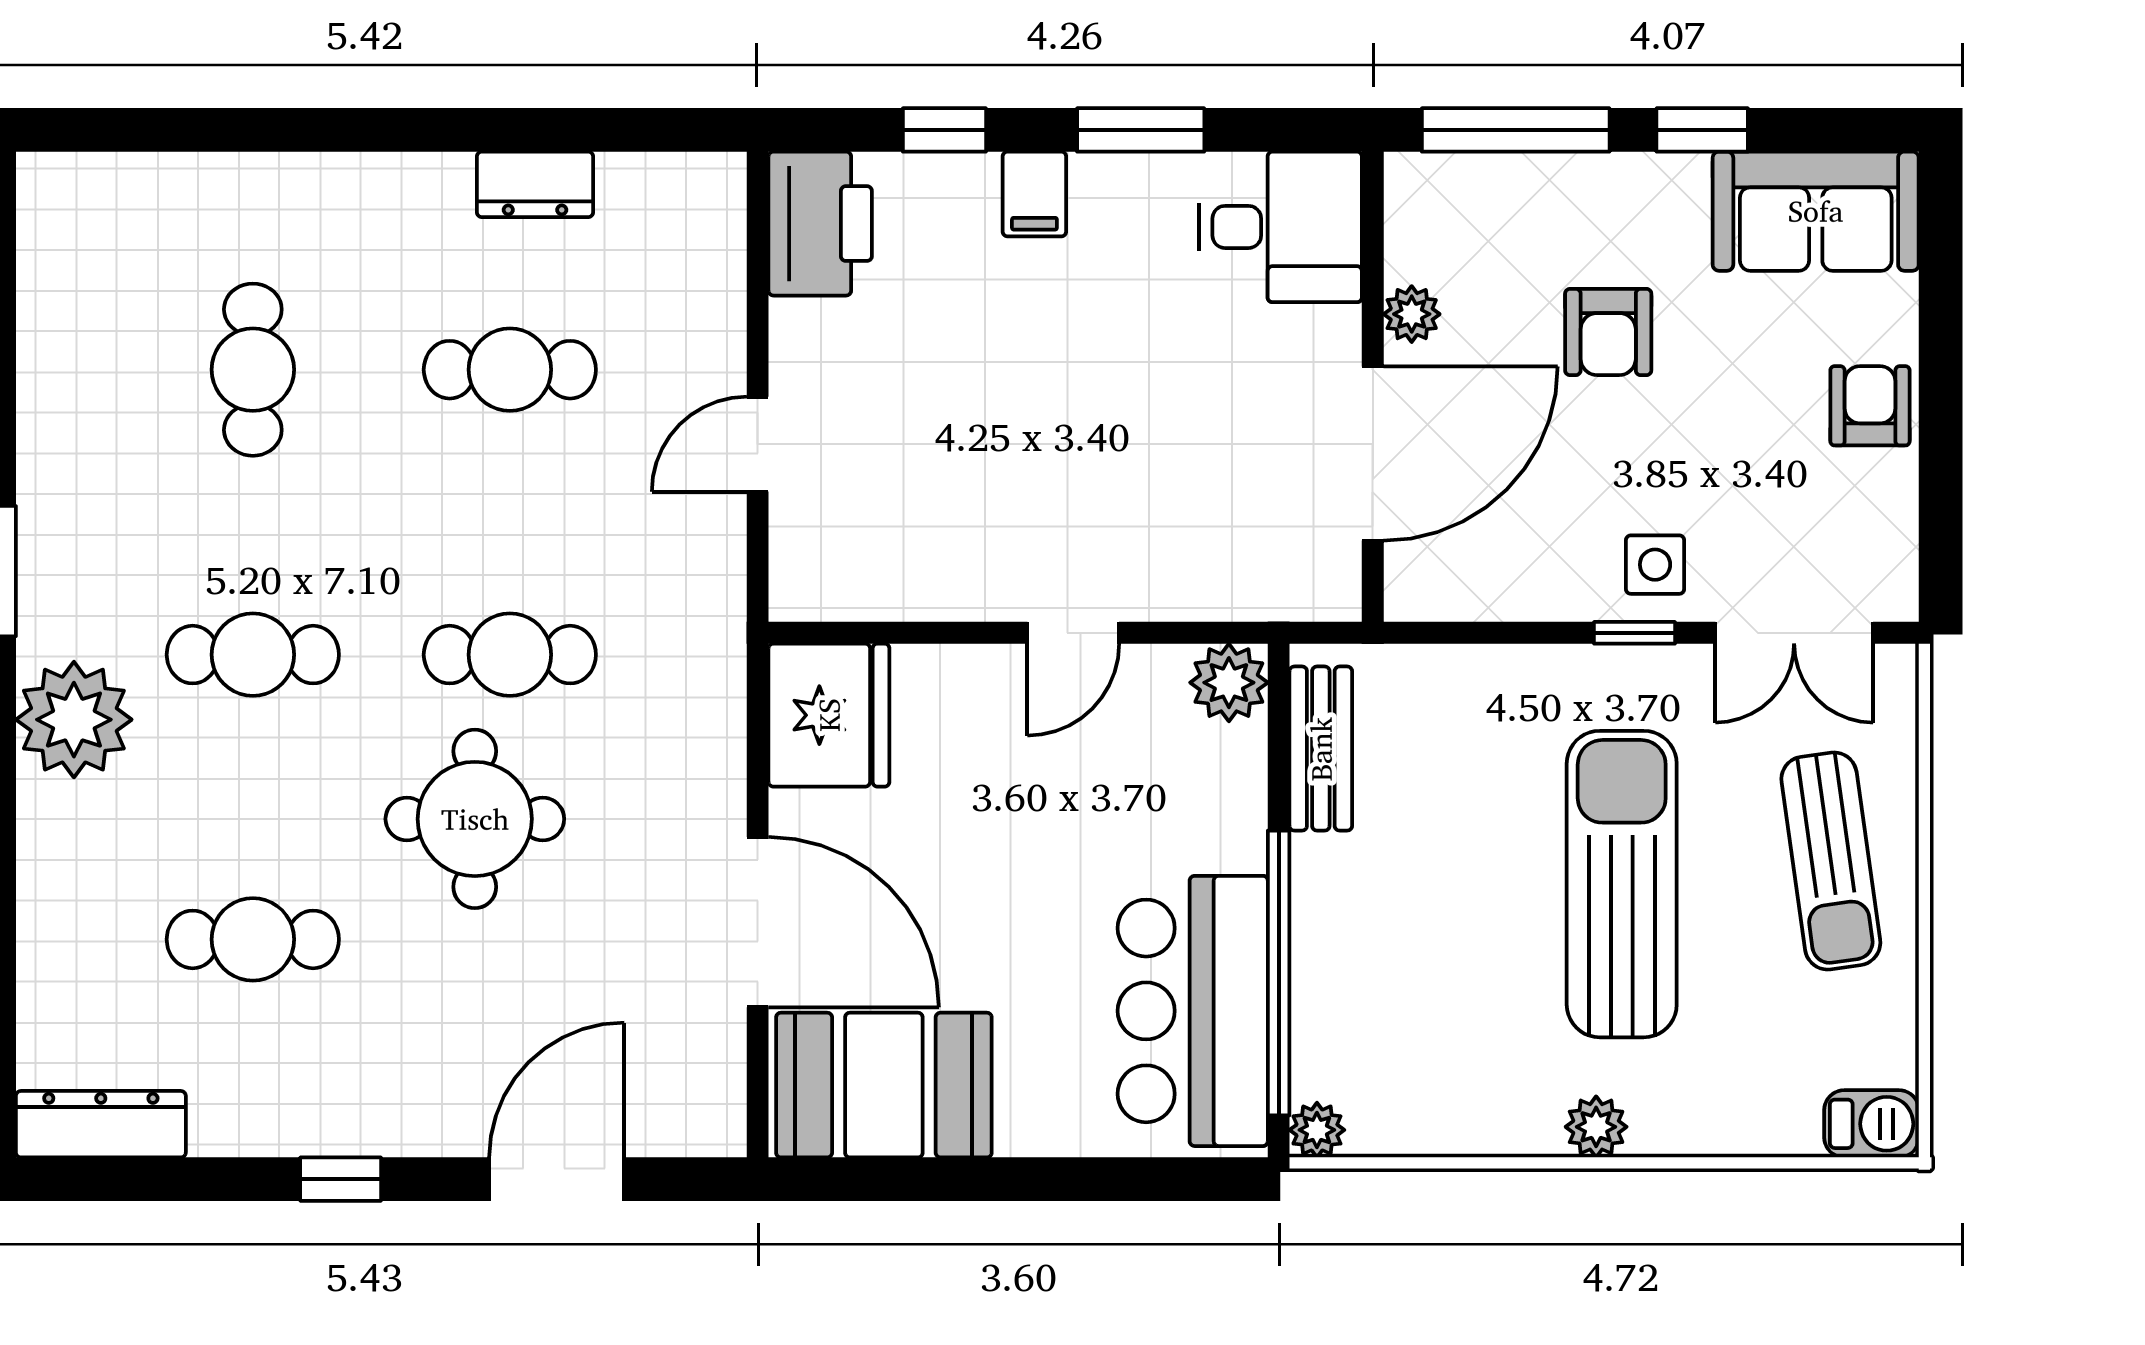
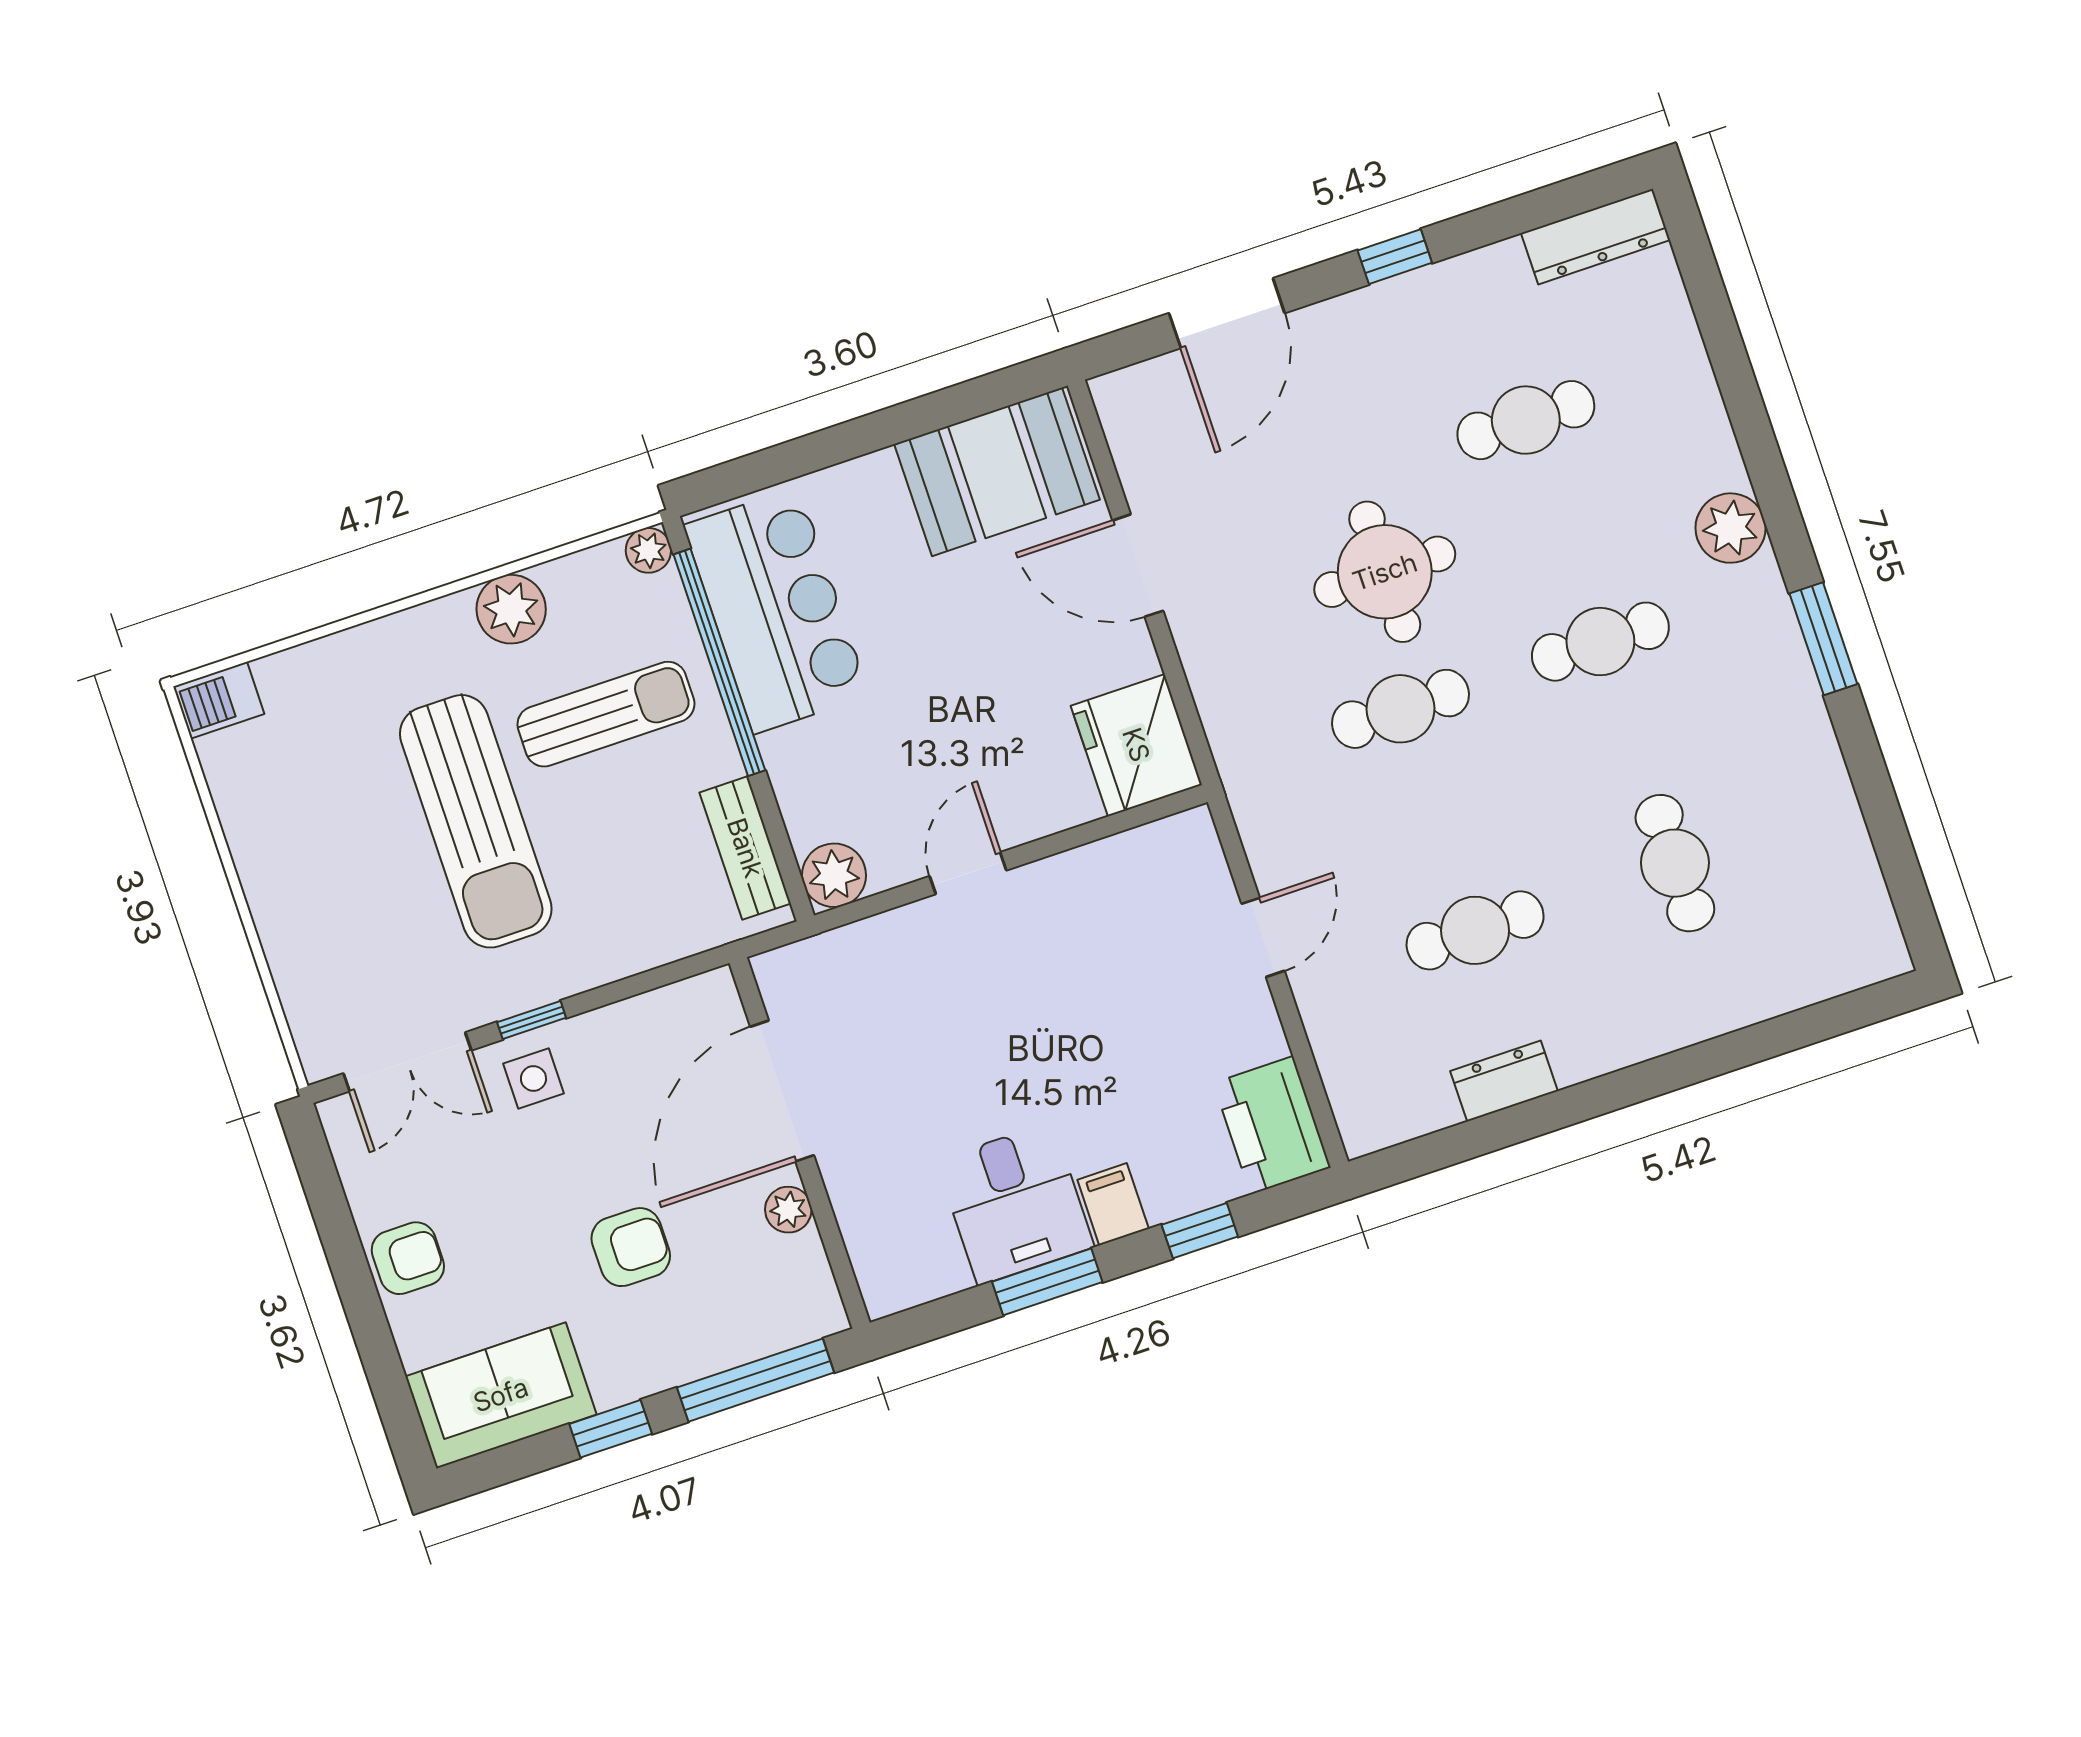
desk: (1281, 227) -> (1015, 1204), moved, turned -90
armchair: (1608, 332) -> (631, 1247), turned 90
armchair: (1870, 406) -> (408, 1258), turned -90
double door: (1794, 633) -> (407, 1062), swing flipped
plant: (74, 720) -> (1730, 528), width x0.73, depth x0.73
sun lounger: (1831, 861) -> (606, 714), moved, turned 98
door: (758, 922) -> (1138, 566), width x0.73
plant: (1596, 1127) -> (511, 609), moved, width x1.38, depth x1.38

